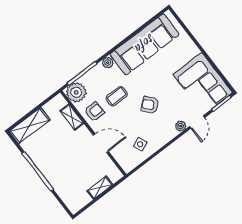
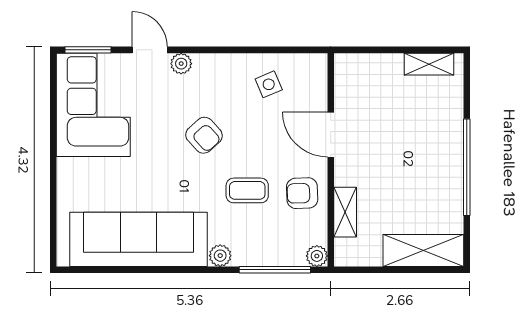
plant: (76, 92) -> (317, 256), width x0.53, depth x0.53
door: (197, 122) -> (150, 50), hinge flipped
shelving: (100, 188) -> (429, 64), moved

